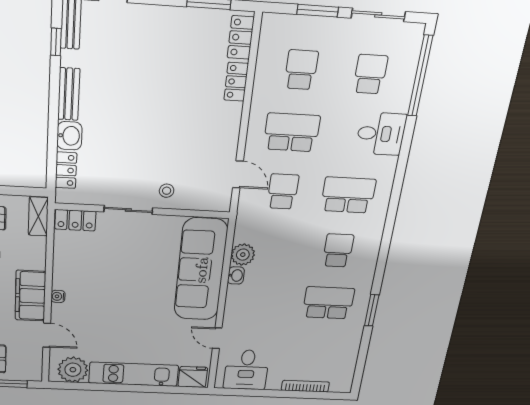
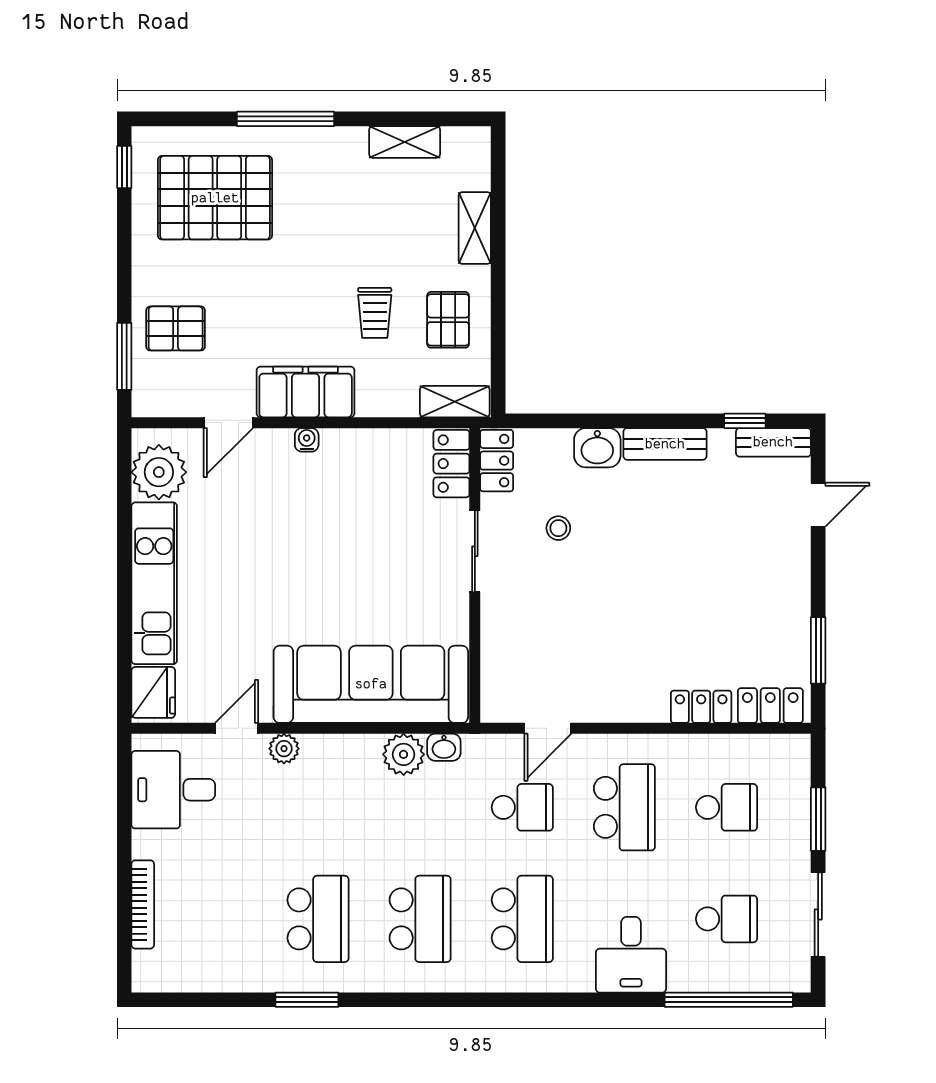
locker: (66, 170) -> (497, 461), moved, turned -90
stool: (167, 191) -> (558, 528), moved
school desk: (338, 250) -> (420, 919), width x1.85
washbasin: (236, 275) -> (444, 747), moved
plant: (231, 316) -> (284, 749), added

